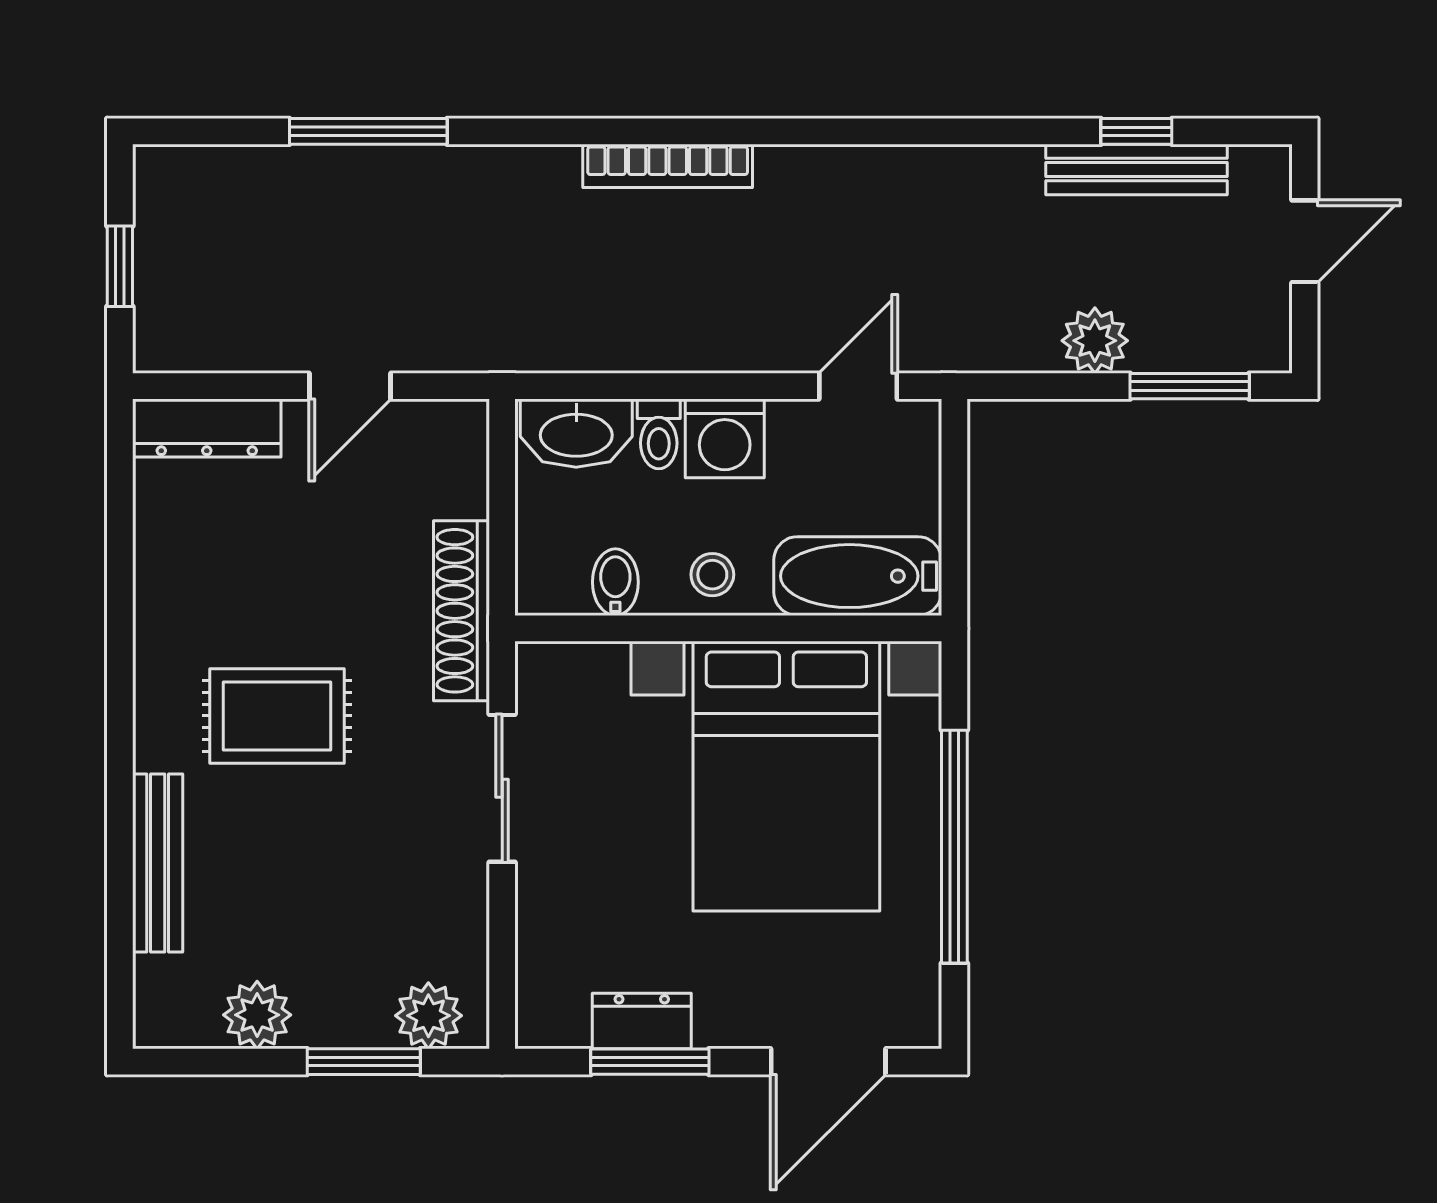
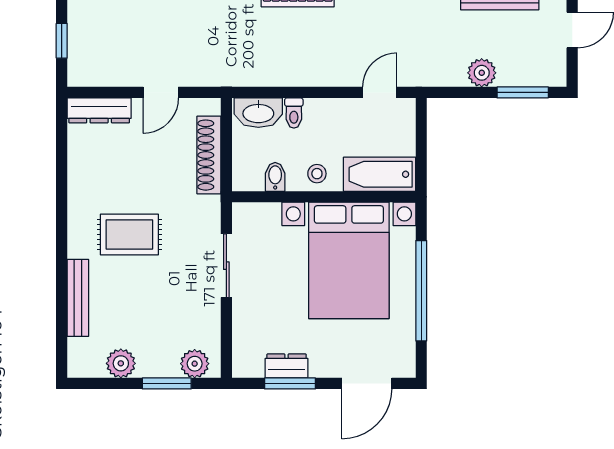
washing machine: (725, 438) -> (322, 115), removed
shoe rack: (462, 611) -> (209, 155), moved

